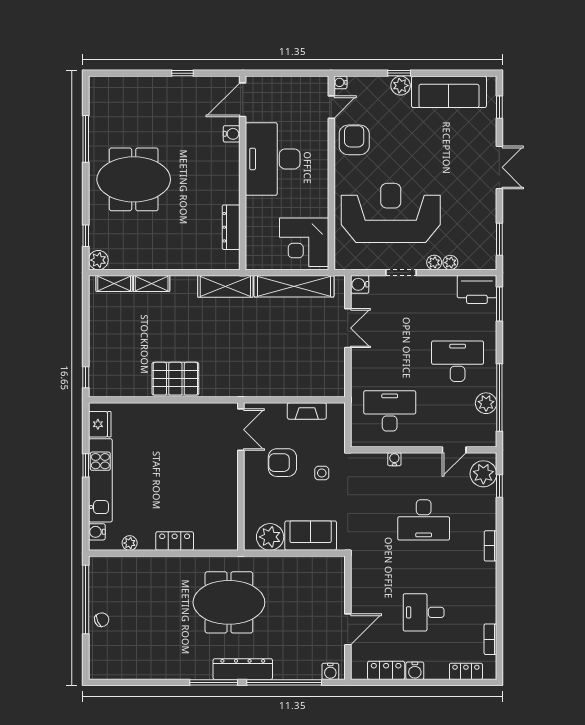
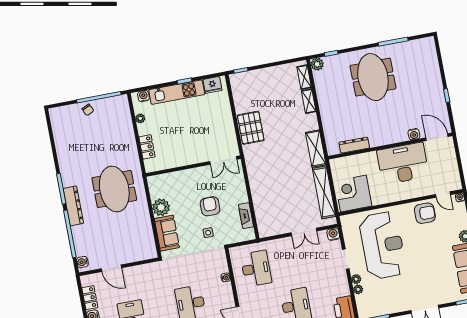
double door: (241, 430) -> (223, 160), moved
wall: (241, 477) -> (193, 166), moved

